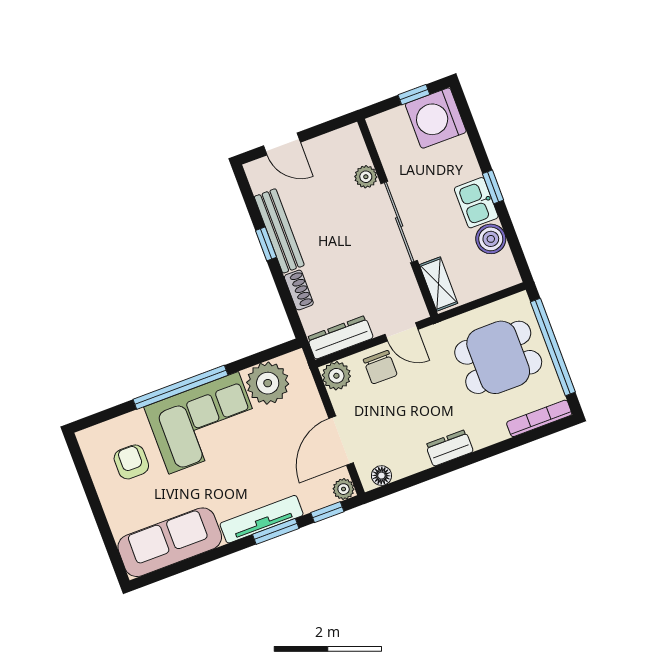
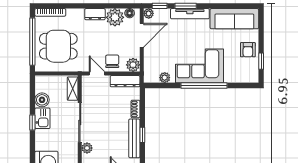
plant: (268, 383) -> (165, 78), width x0.53, depth x0.53
plant: (407, 456) -> (115, 17), added
armchair: (131, 462) -> (248, 50), moved
window: (85, 478) -> (261, 61), added

